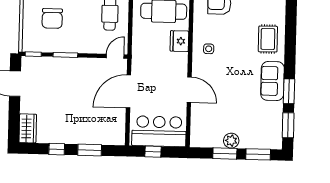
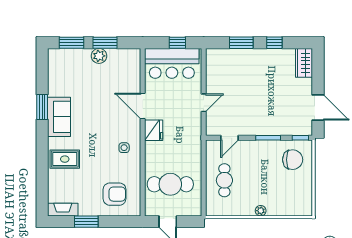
chair: (52, 18) -> (293, 160), moved, turned 90
rug: (268, 39) -> (65, 159), turned 90
fridge: (179, 41) -> (154, 130), moved
door: (115, 56) -> (229, 138), moved
door: (128, 91) -> (204, 103), width x0.53
window: (288, 125) -> (42, 73), removed

